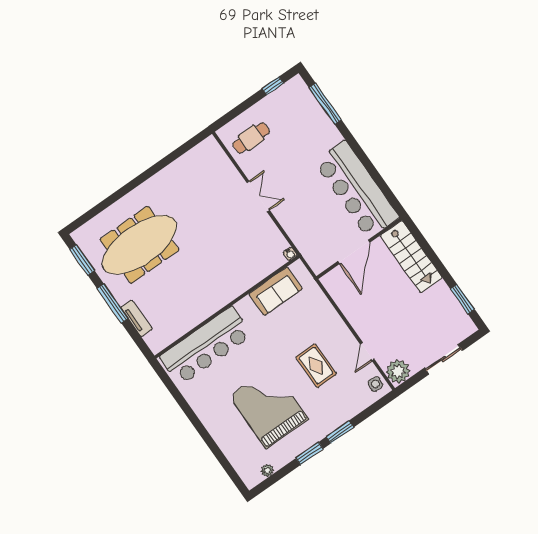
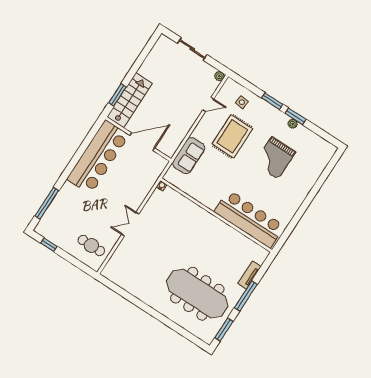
sofa: (276, 291) -> (189, 156), moved, turned 90
window: (462, 299) -> (117, 95), moved
rug: (316, 366) -> (232, 136), width x1.36, depth x1.43
plant: (398, 371) -> (219, 76), width x0.53, depth x0.53
side table: (375, 384) -> (242, 102), moved
grand piano: (269, 407) -> (275, 158), width x0.73, depth x0.68
plant: (267, 470) -> (293, 124), moved

